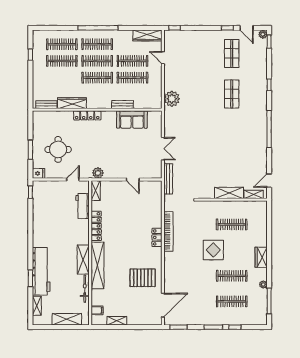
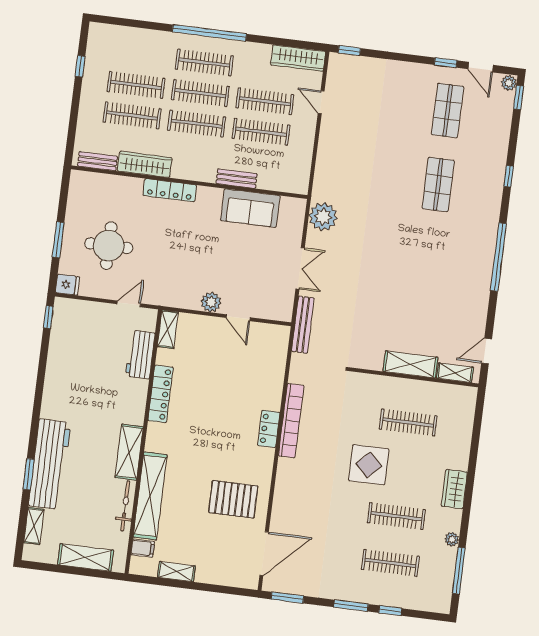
clothes rail: (62, 44) -> (132, 115), moved
plant: (172, 99) -> (323, 217), moved
plant: (98, 173) -> (211, 302), moved
shelving: (97, 265) -> (150, 496), moved

